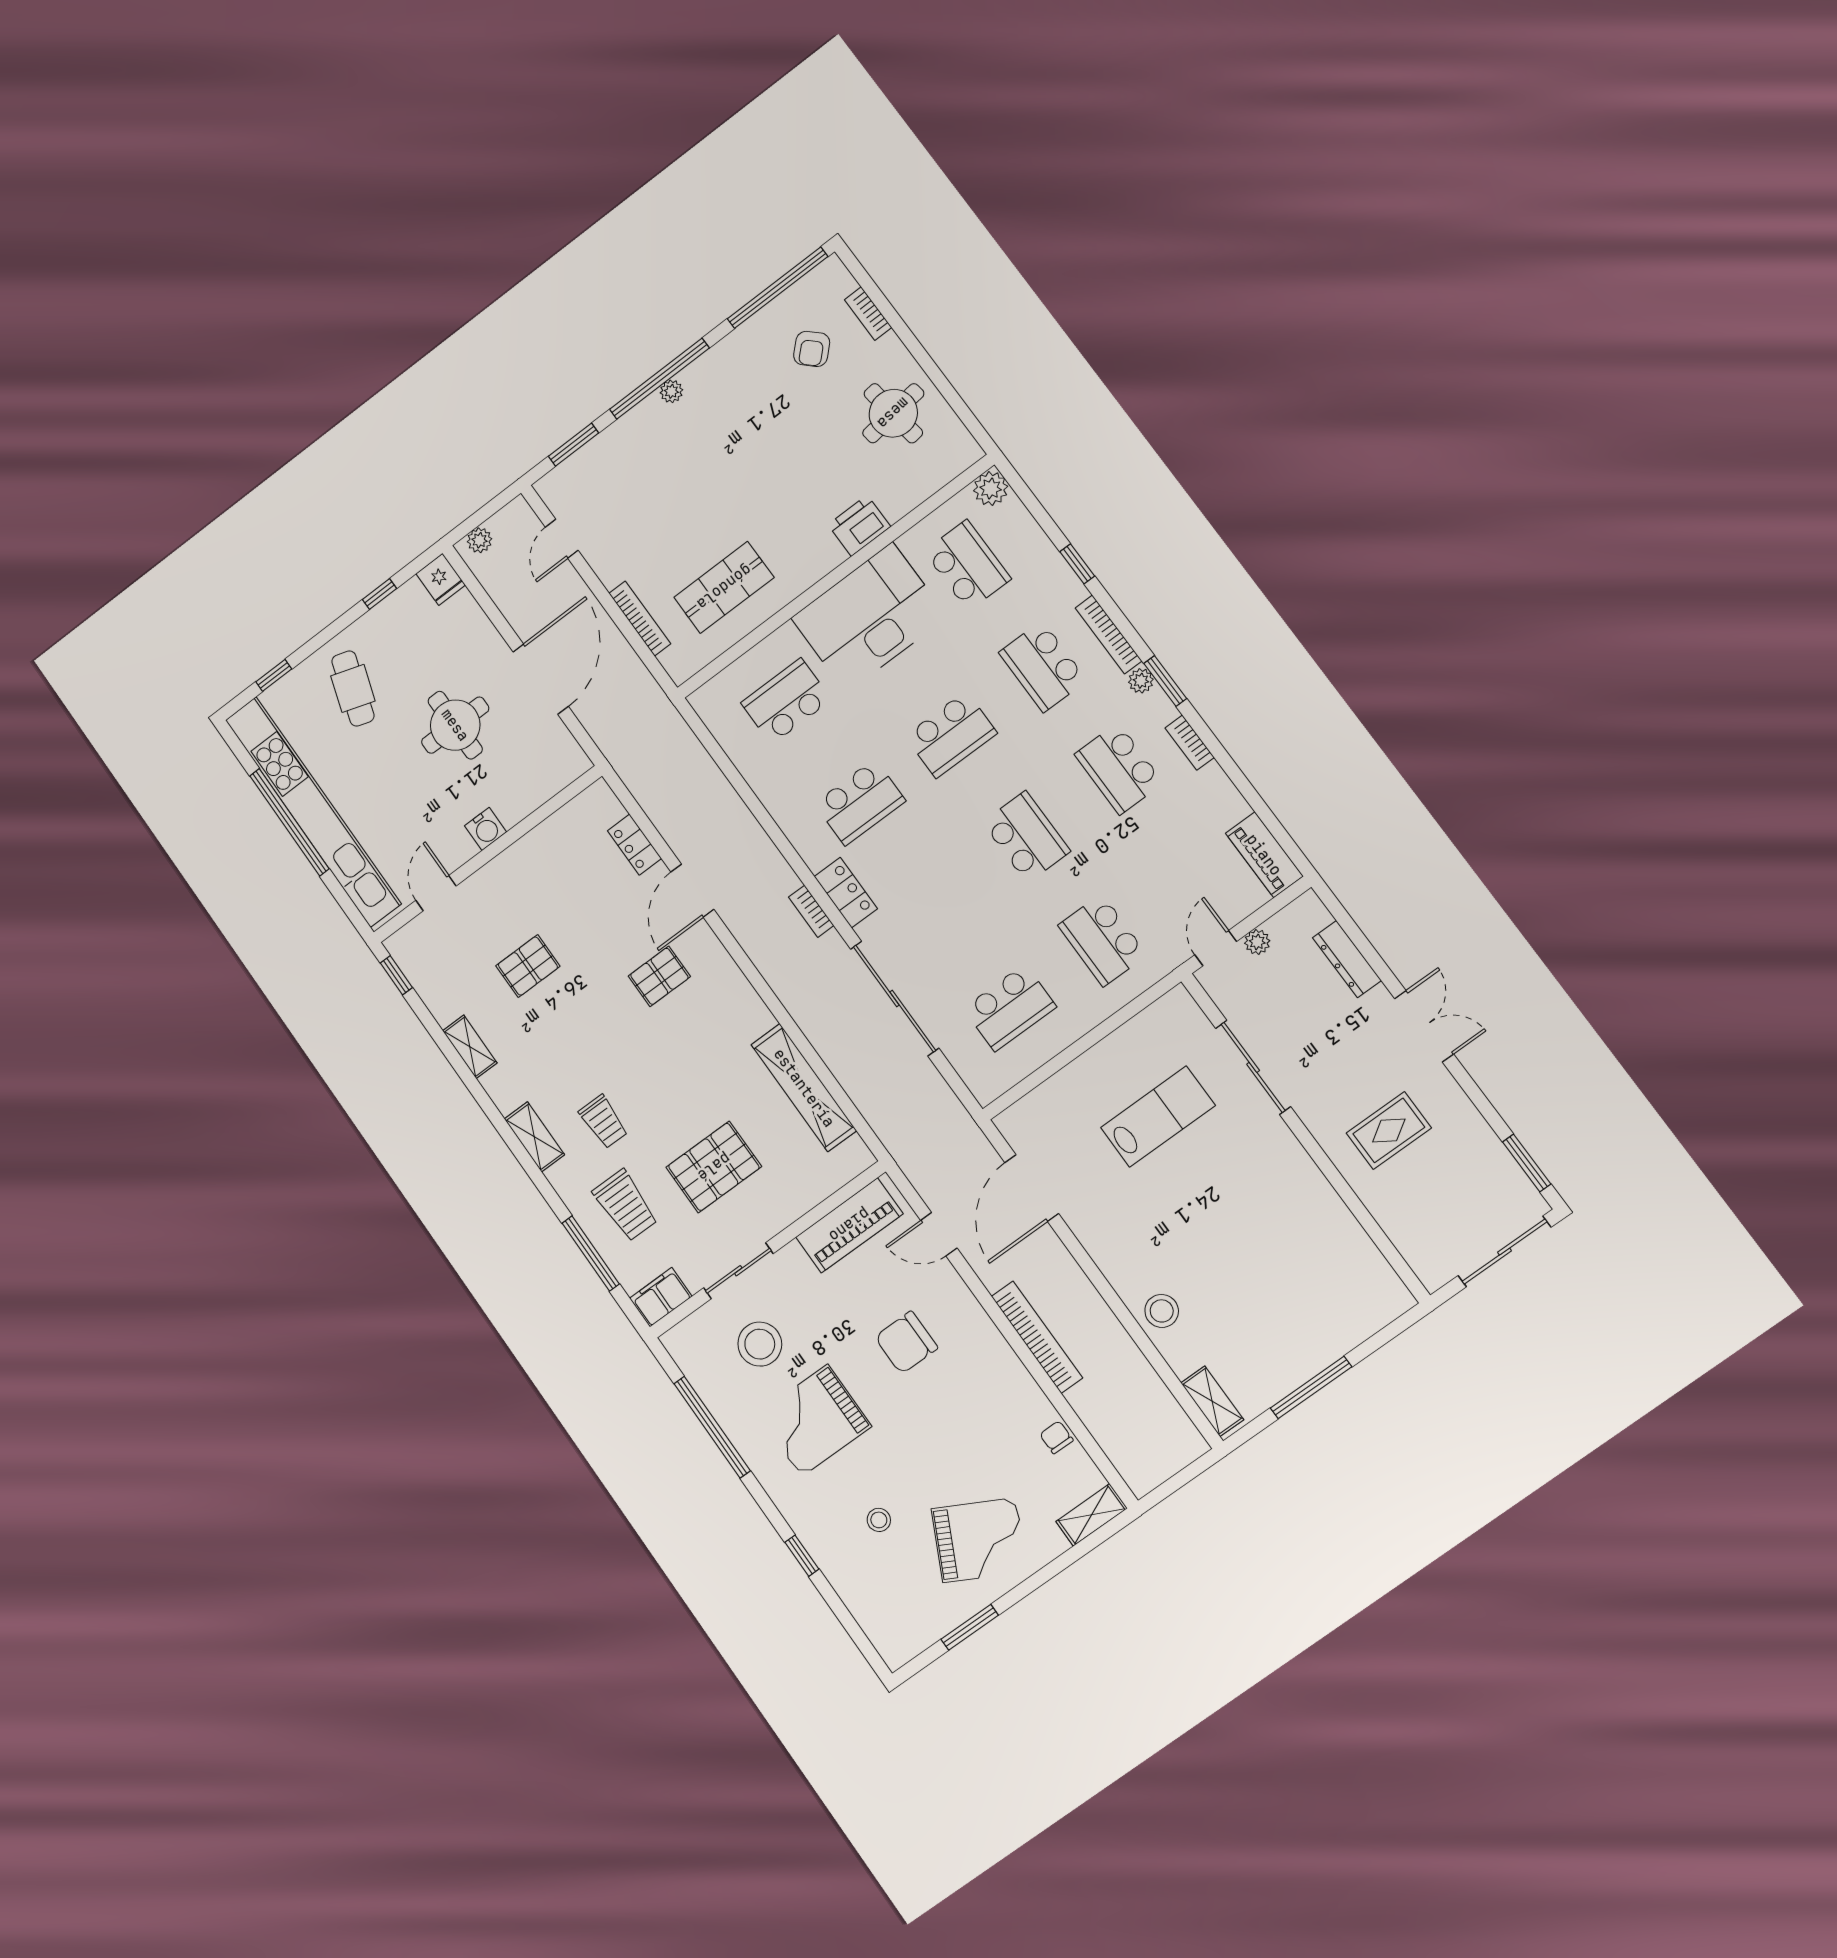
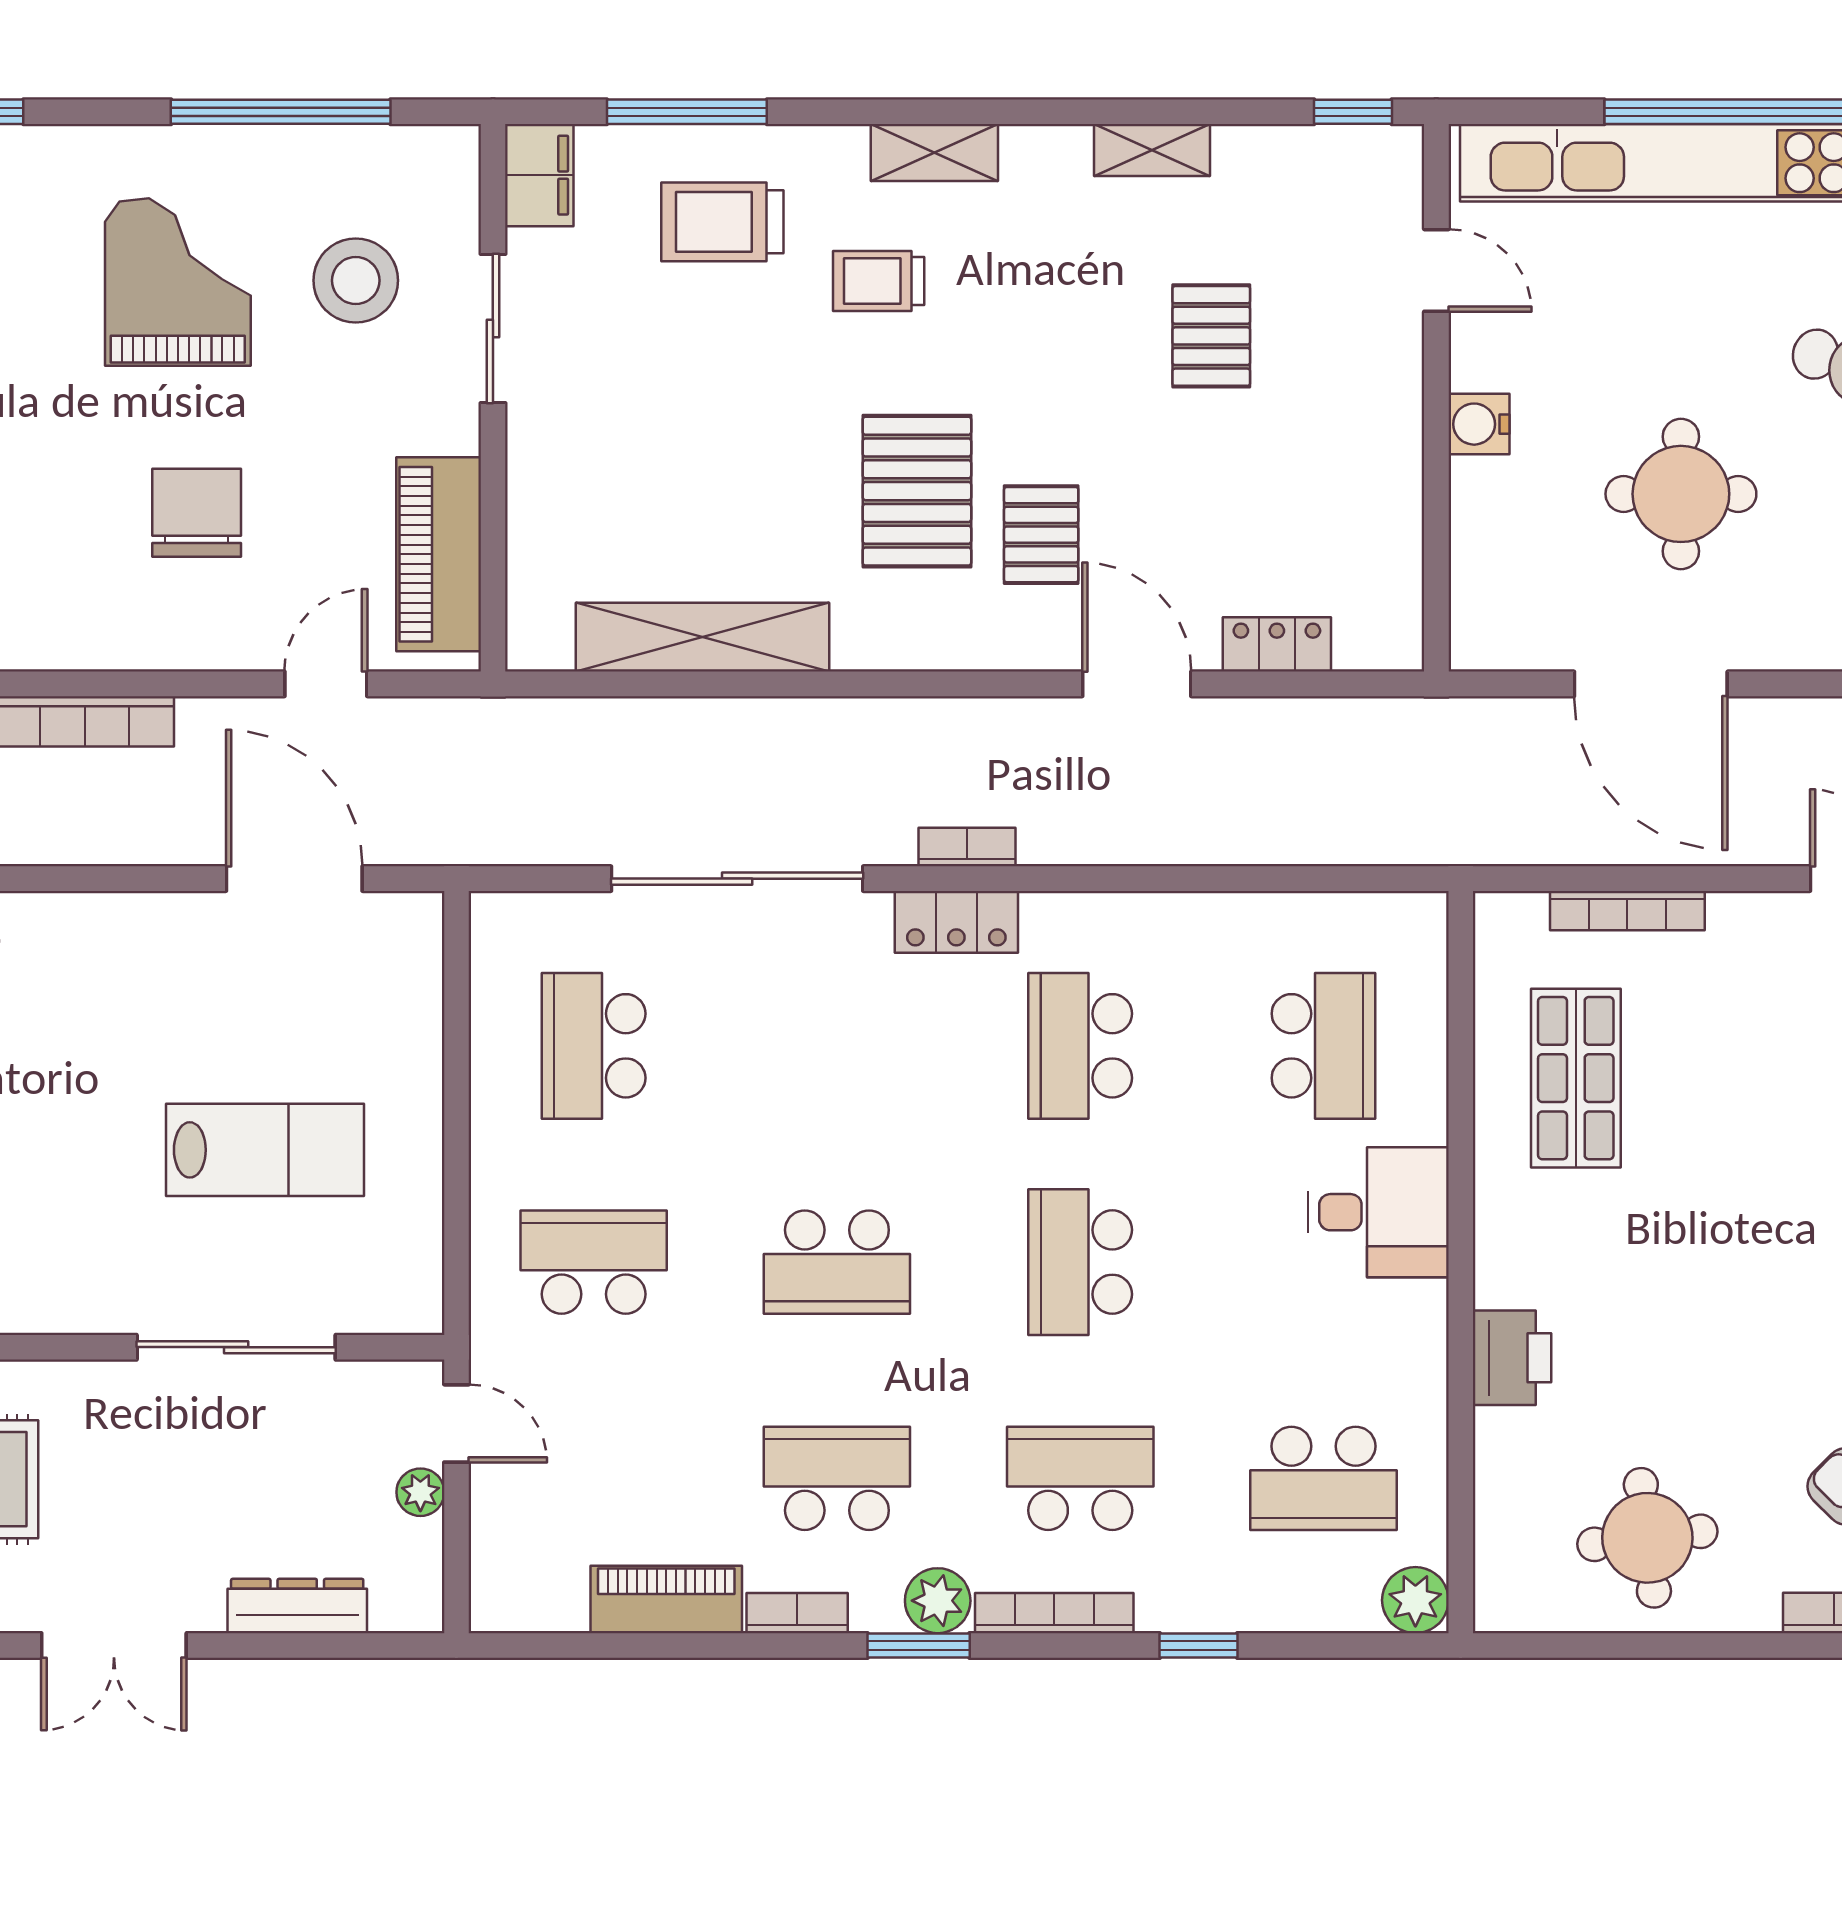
desk: (869, 617) -> (1378, 1212), width x0.53, depth x0.77
plant: (1141, 681) -> (938, 1601), width x1.38, depth x1.38
piano: (1264, 855) -> (666, 1600), moved
lab bench: (1158, 1117) -> (265, 1150), turned -90
pallet: (714, 1167) -> (917, 491), moved

